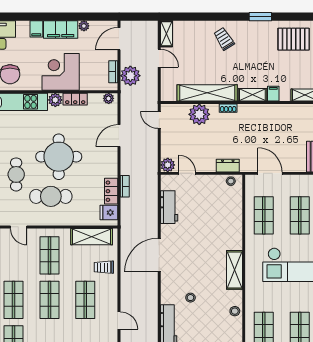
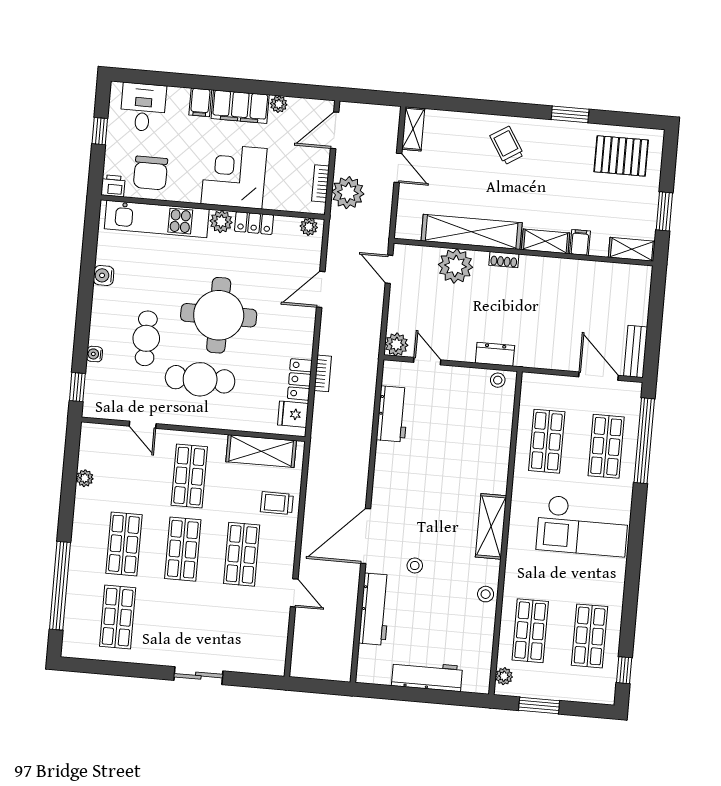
door: (270, 173) -> (598, 376), moved
door: (159, 255) -> (366, 536), moved

